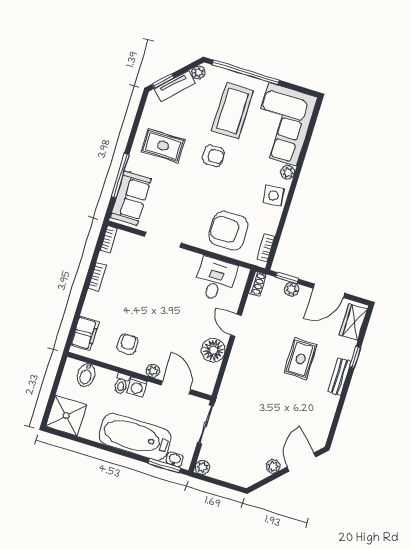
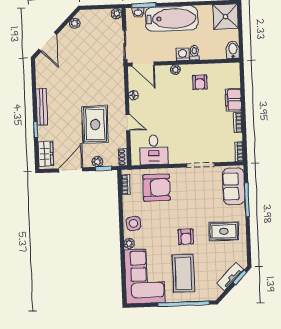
plant: (198, 73) -> (217, 292), removed
armchair: (213, 156) -> (186, 237), turned -90
filing cabinet: (85, 333) -> (233, 100), moved
floor lamp: (213, 350) -> (133, 95), width x0.53, depth x0.53
rug: (301, 359) -> (95, 124), moved, width x1.36, depth x1.43
bidet: (86, 375) -> (233, 50), moved
bench: (339, 377) -> (42, 107), width x1.36
door: (176, 387) -> (143, 64), moved
plant: (273, 466) -> (75, 23), moved

